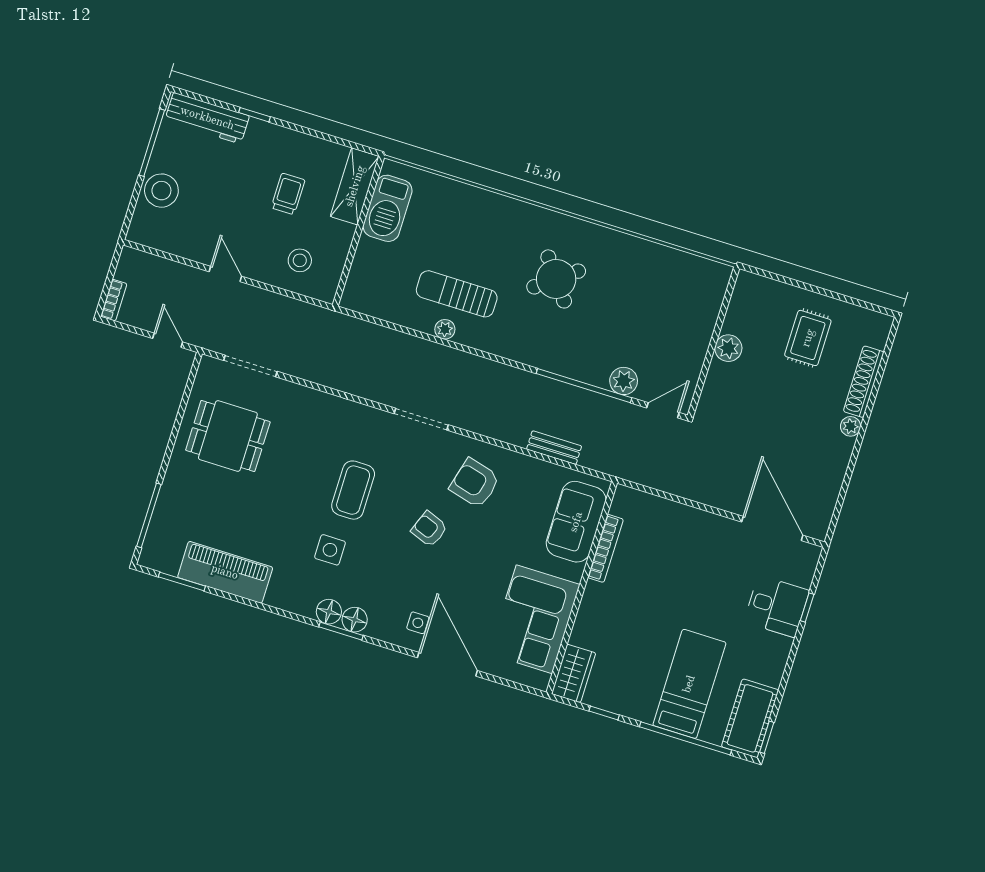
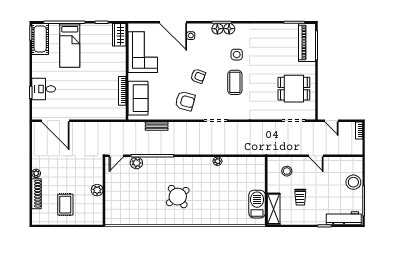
sun lounger: (457, 294) -> (217, 177), removed
piano: (225, 572) -> (307, 43), moved, turned 90

